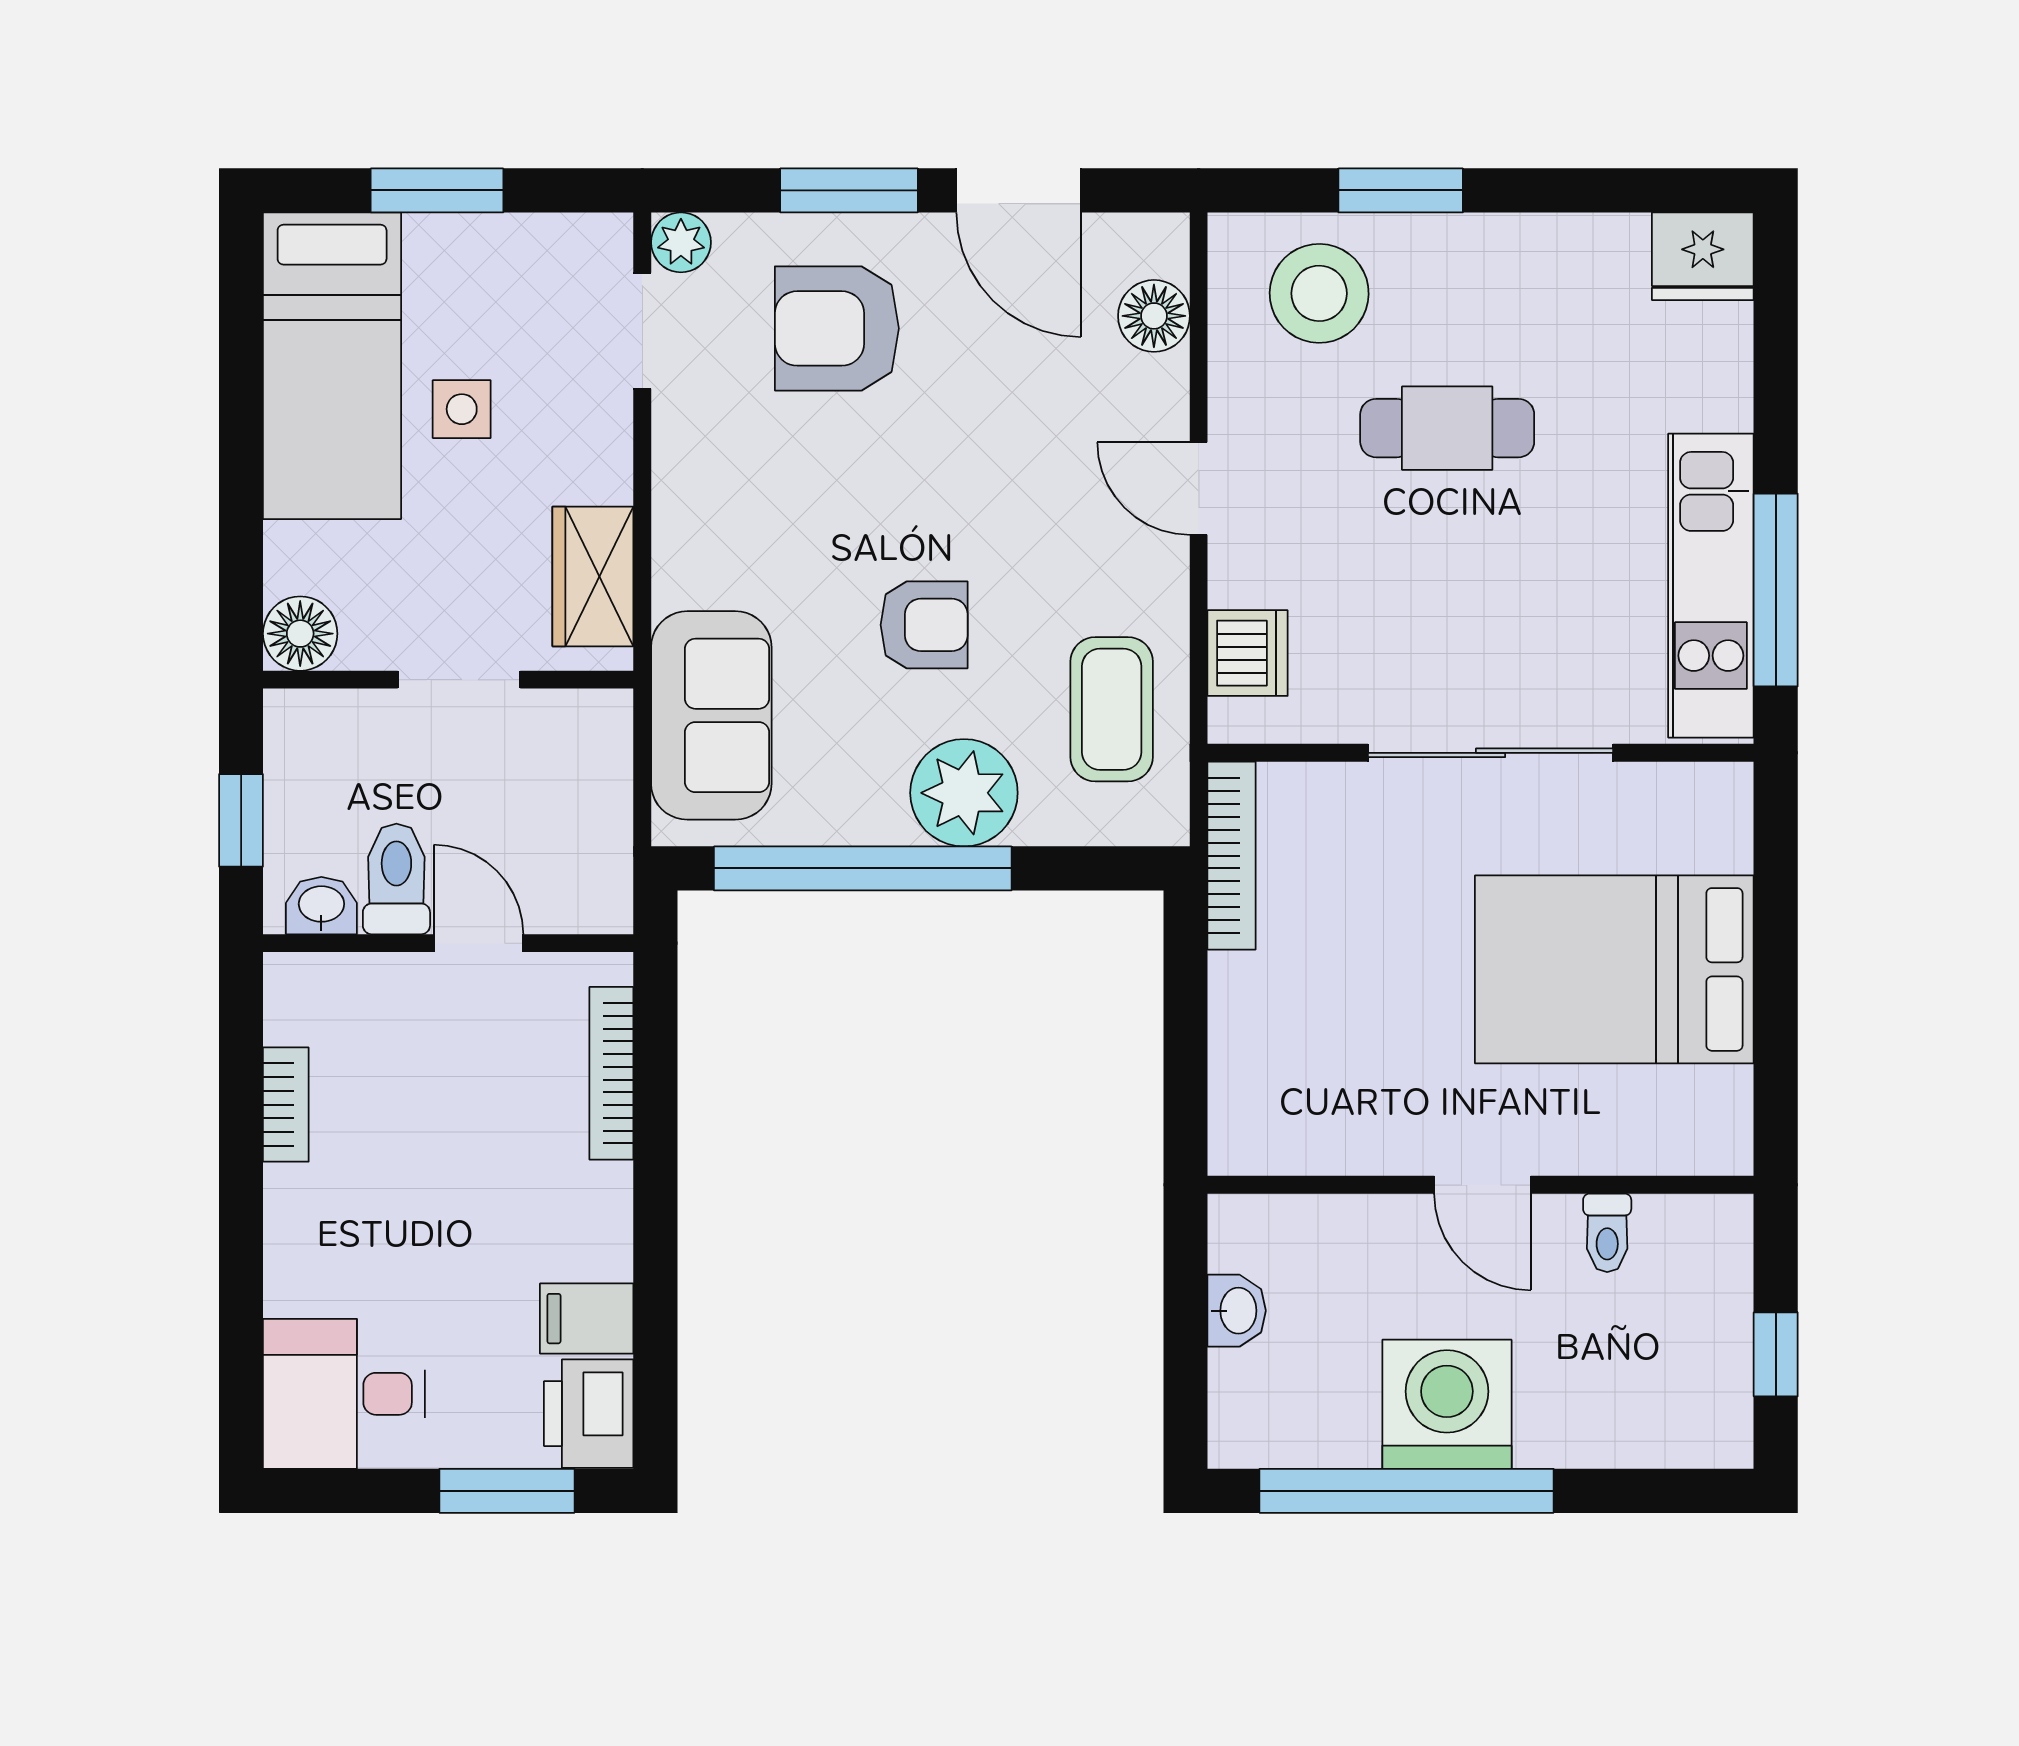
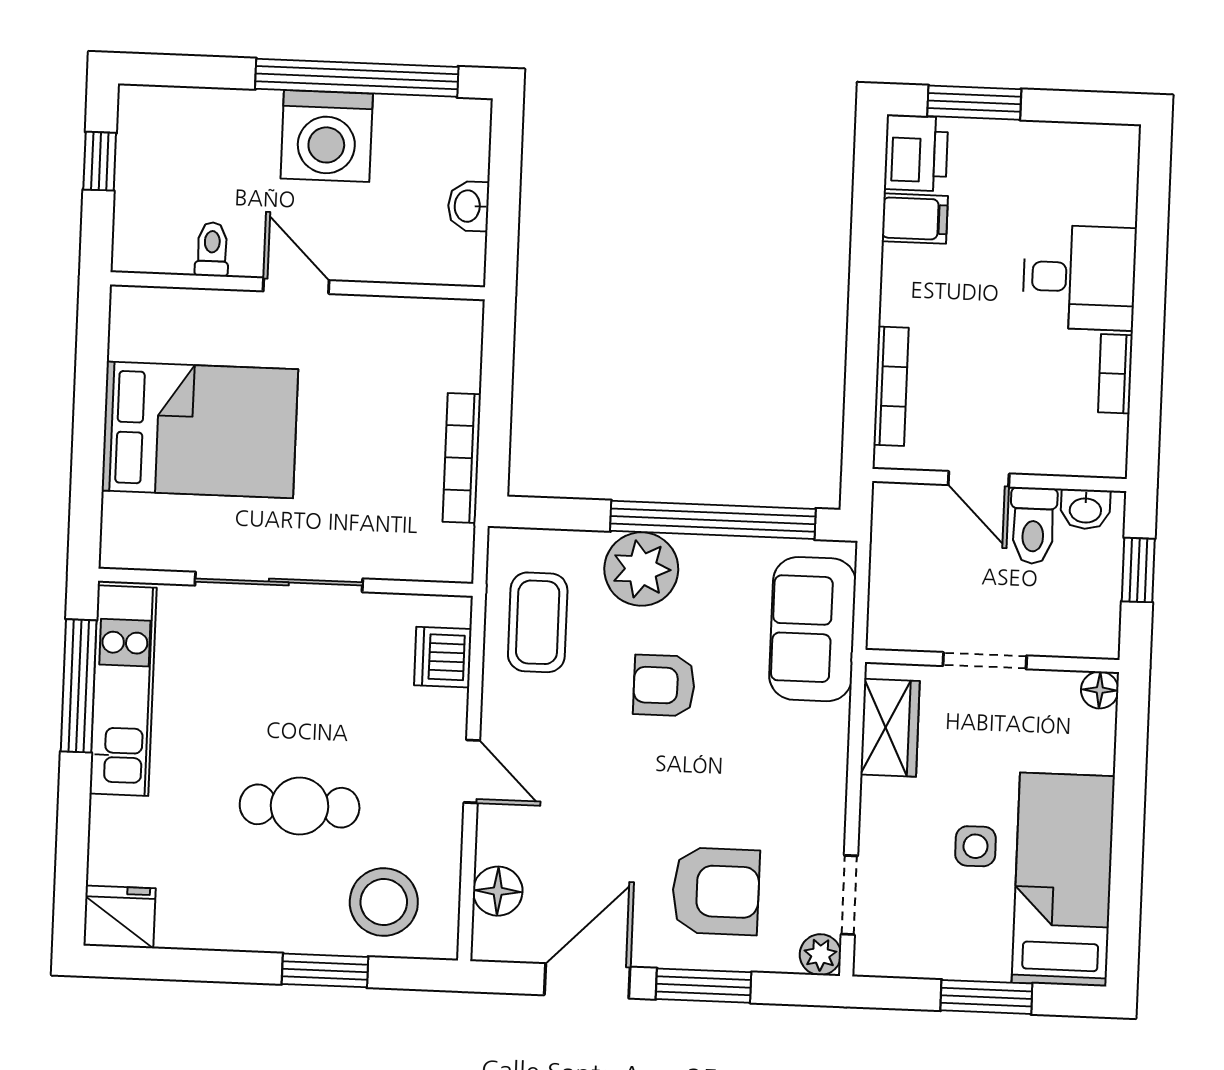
door: (1019, 190) -> (587, 981), hinge flipped
floor lamp: (300, 634) -> (1100, 690), width x0.73, depth x0.73
bookcase: (1232, 856) -> (462, 458), moved
desk: (344, 1394) -> (1079, 277), moved

